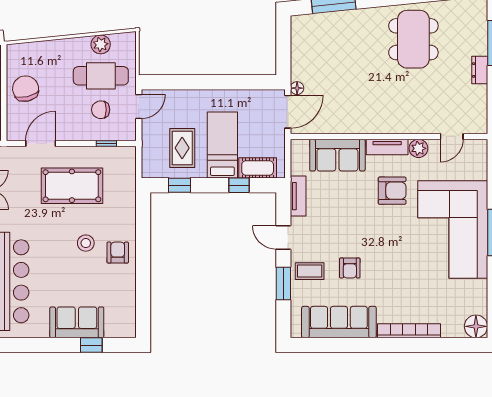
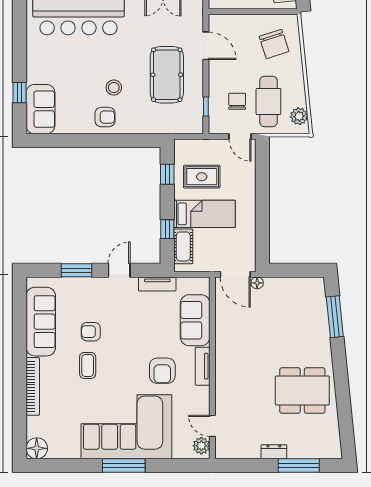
plant: (101, 44) -> (299, 116), moved
chair: (26, 89) -> (274, 44), moved, turned 85
plant: (418, 148) -> (201, 446), moved
coffee table: (310, 271) -> (88, 365), moved
sofa: (77, 322) -> (40, 109), moved

